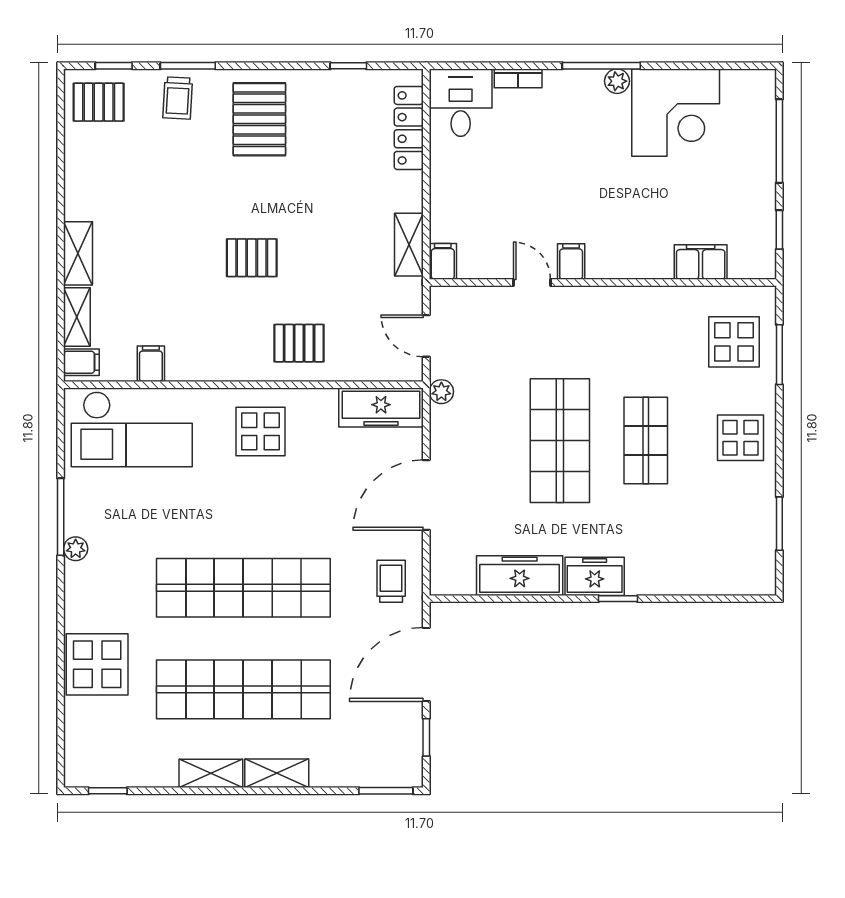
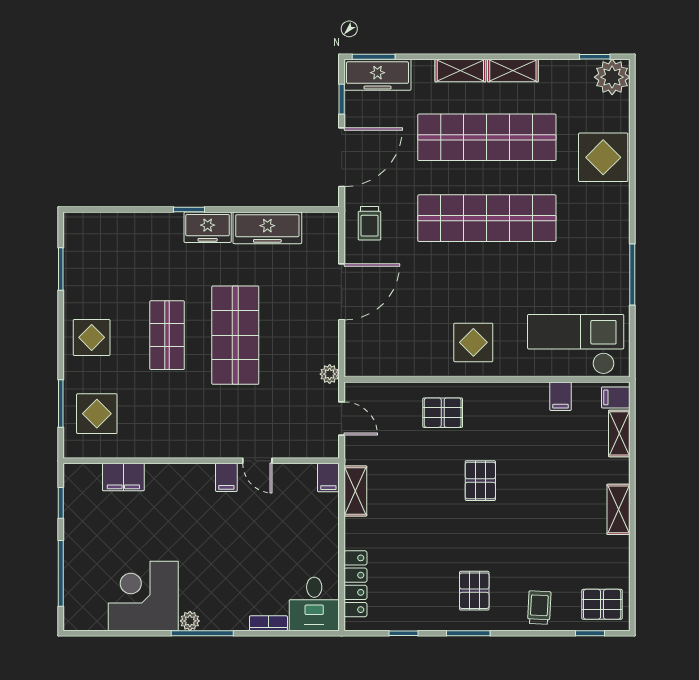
window: (188, 66) -> (468, 633), moved
pallet: (259, 119) -> (474, 591), width x0.67, depth x0.71
shelving: (78, 253) -> (618, 509), moved
pallet: (252, 258) -> (480, 481), turned 90
freezer: (381, 407) -> (377, 75), moved, turned 180
plant: (76, 549) -> (612, 77), moved, width x1.88, depth x1.88

